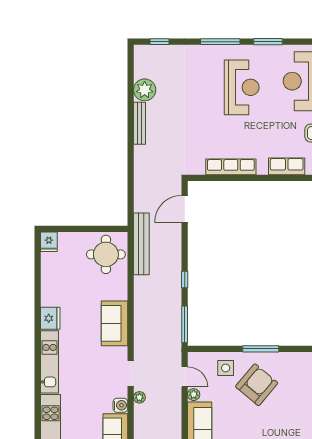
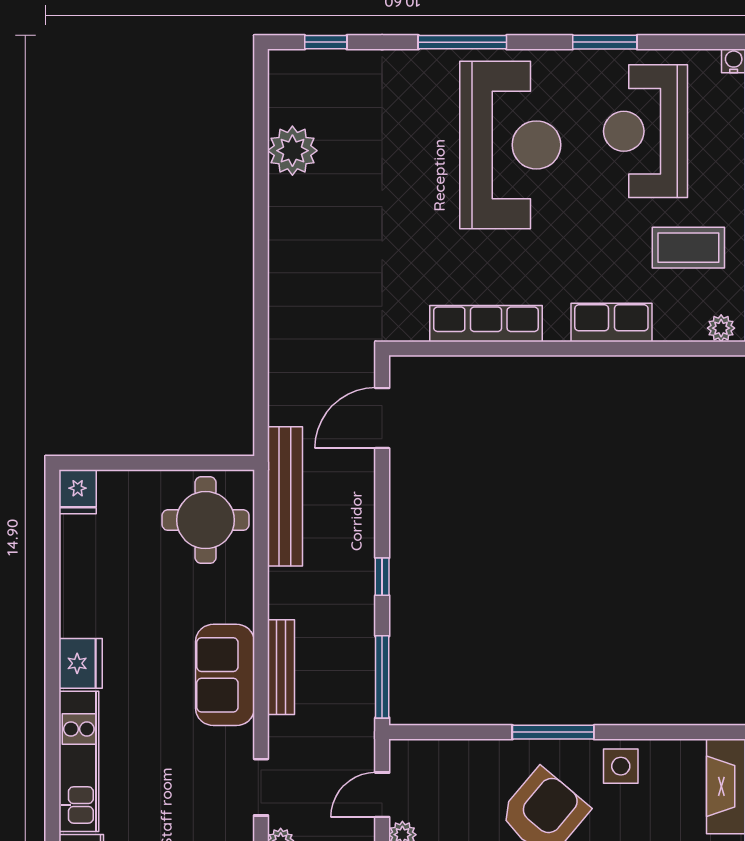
window: (268, 42) -> (605, 42), moved
reception desk: (242, 87) -> (510, 145), width x1.36, depth x1.30
bench: (140, 123) -> (281, 667), moved
side table: (226, 368) -> (621, 766), moved
door: (185, 377) -> (382, 795), swing flipped

